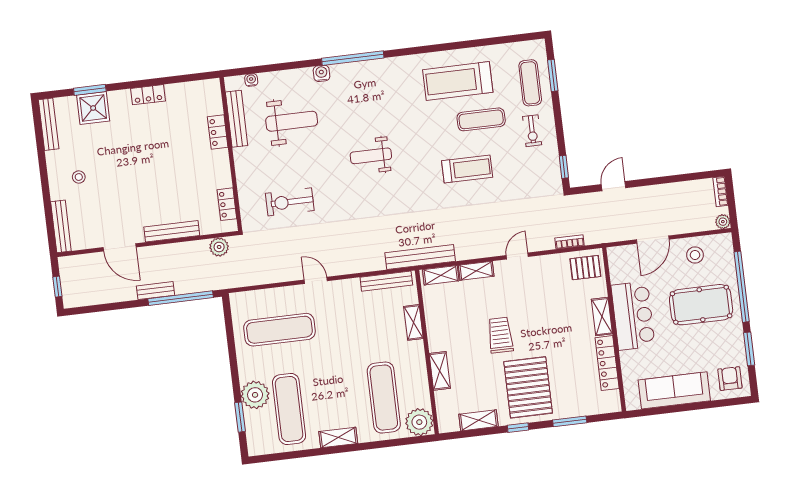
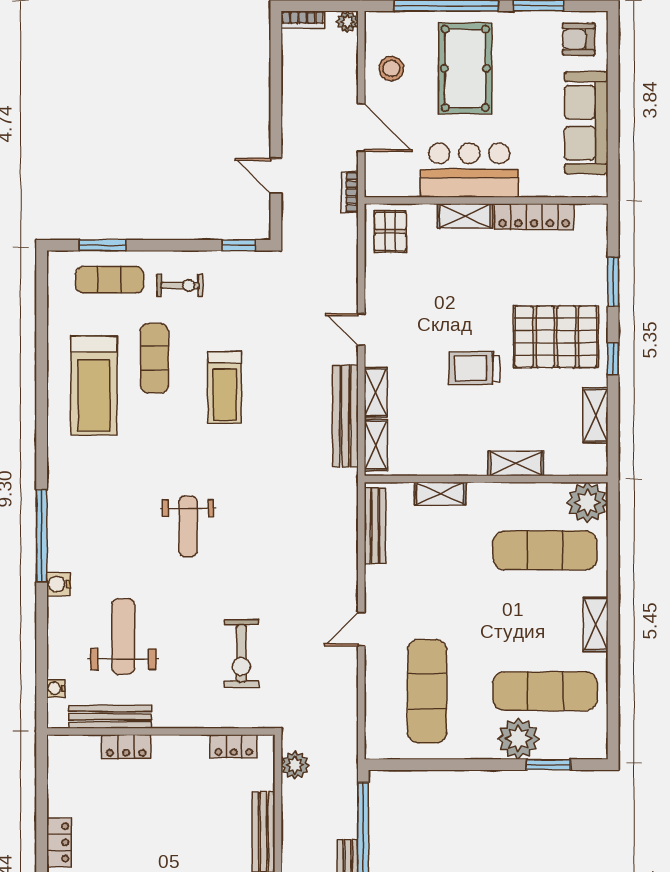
treadmill: (467, 169) -> (225, 388), turned 180
bookcase: (570, 242) -> (350, 192), moved
bench: (420, 257) -> (345, 416), moved

